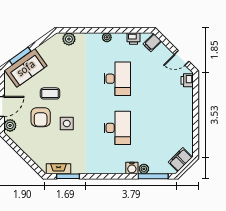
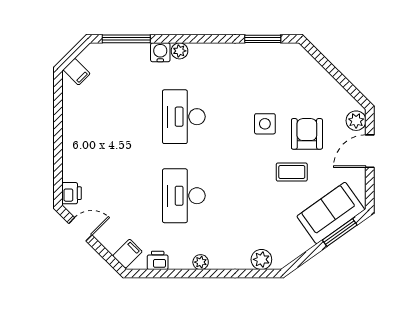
filing cabinet: (180, 160) -> (77, 72), width x0.50
fireplace: (58, 169) -> (278, 51), removed
plant: (144, 169) -> (179, 51), moved

